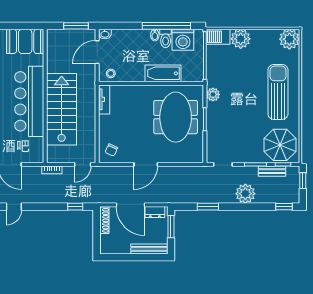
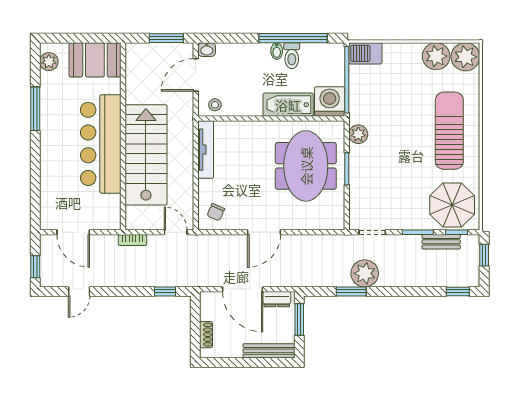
plant: (241, 39) -> (436, 56), moved
washing machine: (183, 40) -> (330, 101), moved, turned 180
tv unit: (104, 99) -> (206, 150), width x1.41
door: (83, 164) -> (176, 232), swing flipped
plant: (245, 194) -> (365, 273), moved
shoe rack: (104, 220) -> (206, 335), moved, width x0.70

